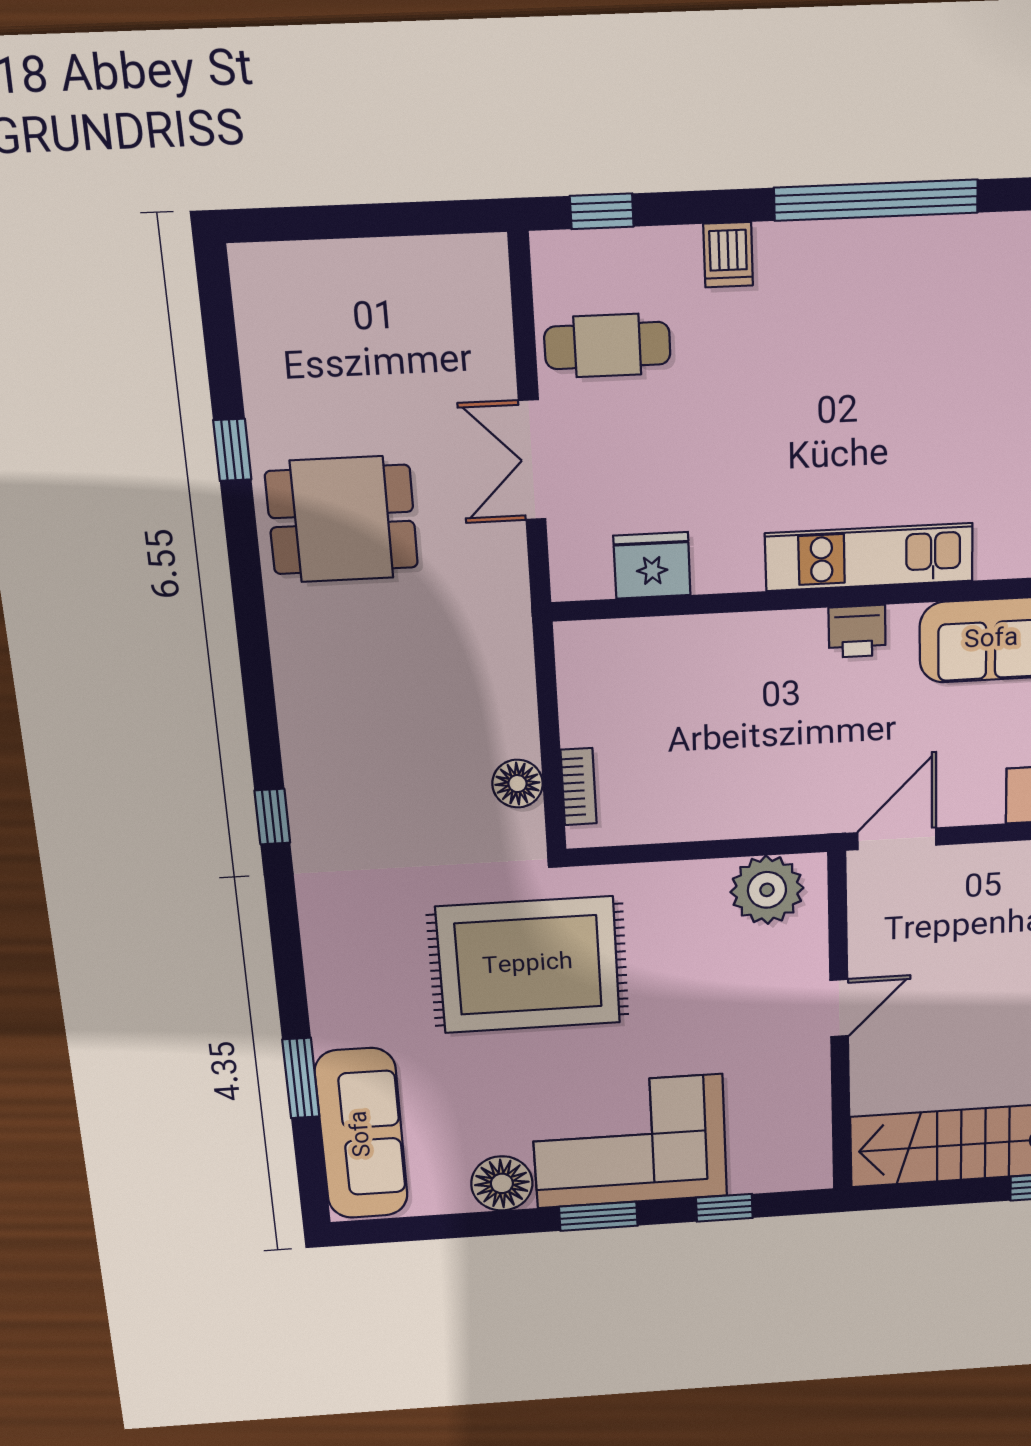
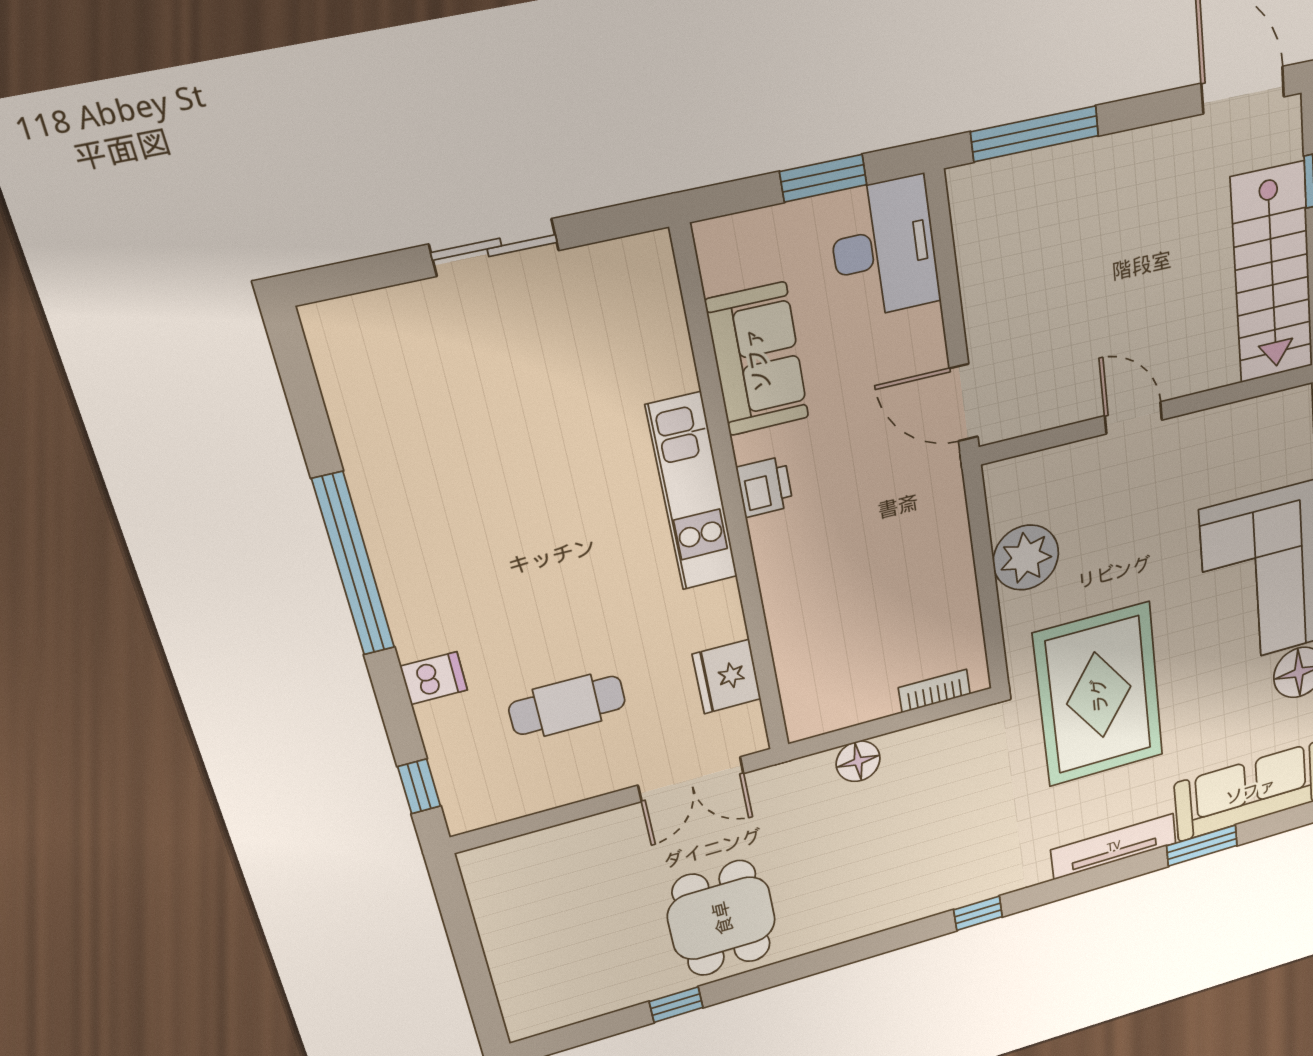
cafe table: (607, 345) -> (567, 705), moved, turned 90
double door: (532, 460) -> (691, 779), moved
floor lamp: (517, 784) -> (858, 761), moved
plant: (767, 890) -> (1026, 558), moved
tv unit: (326, 977) -> (1114, 846), added

